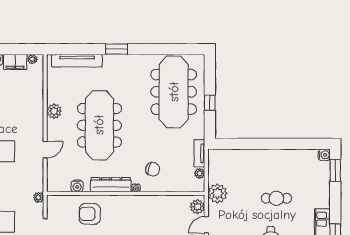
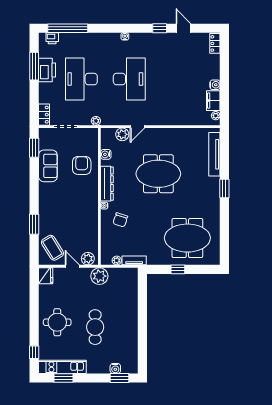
meeting table: (174, 92) -> (187, 238), width x0.73
plant: (54, 111) -> (122, 134), moved
meeting table: (99, 125) -> (158, 174), width x0.73
door: (45, 150) -> (137, 127), hinge flipped
water cooler: (324, 155) -> (115, 369), moved
cafe table: (276, 198) -> (95, 327), width x1.37, depth x1.35

